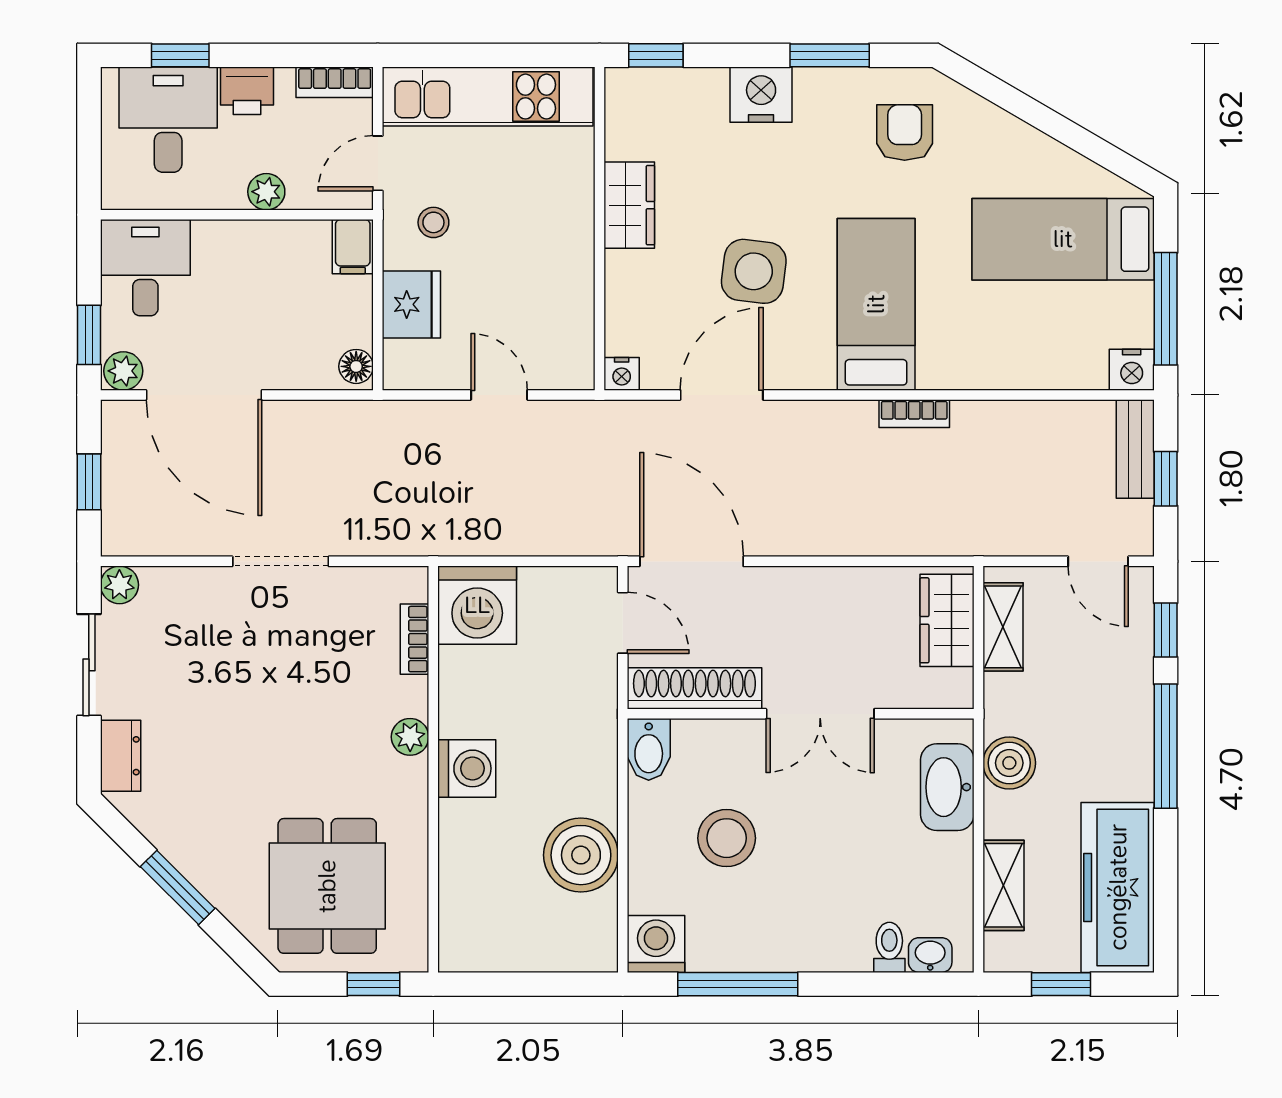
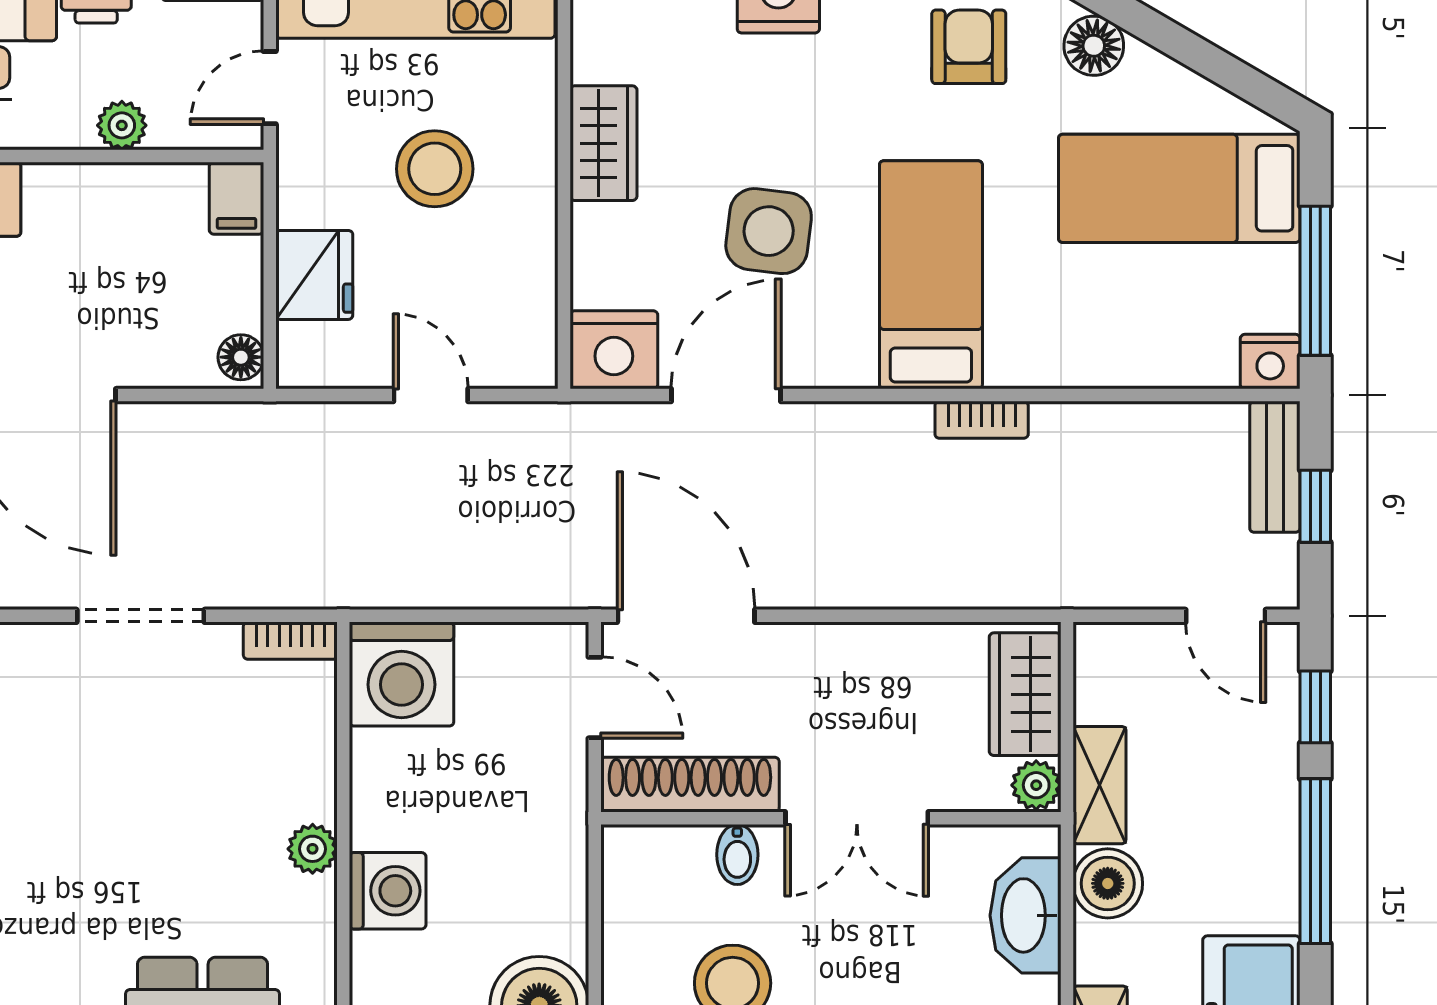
floor lamp: (999, 132) -> (1094, 46), added
stool: (433, 222) -> (435, 169), moved, width x1.89, depth x1.89
nightstand: (622, 374) -> (614, 350), width x1.89, depth x1.79
shelving: (1003, 627) -> (1099, 785), moved
bookcase: (415, 639) -> (290, 641), moved, turned -90
plant: (955, 689) -> (1036, 785), added
bidet: (649, 749) -> (737, 855), moved, width x0.72, depth x0.74

